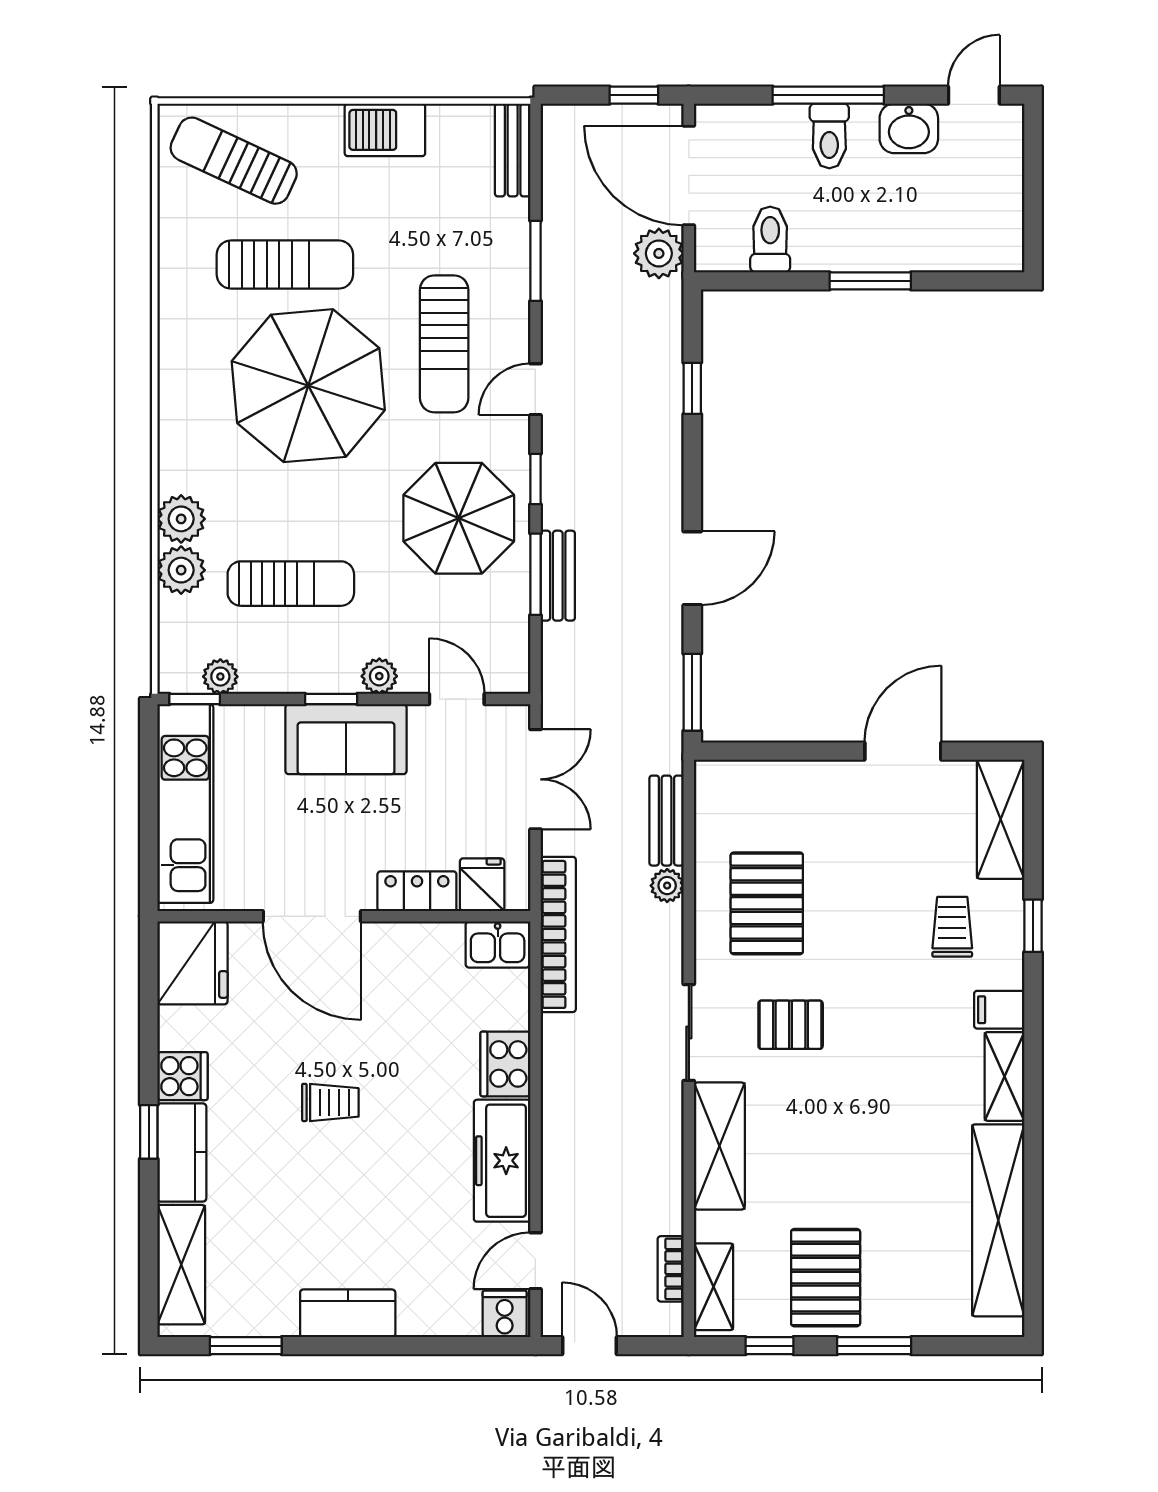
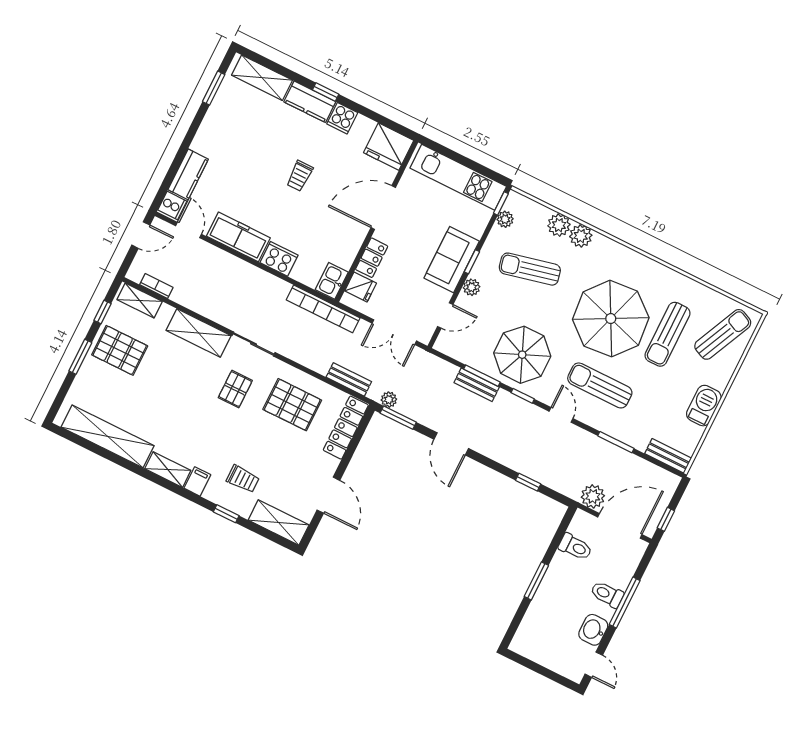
sun lounger: (291, 584) -> (530, 269), turned 77
locker: (760, 781) -> (346, 428), added
plant: (667, 886) -> (389, 400), moved
kitchen counter: (348, 1313) -> (188, 174), moved

